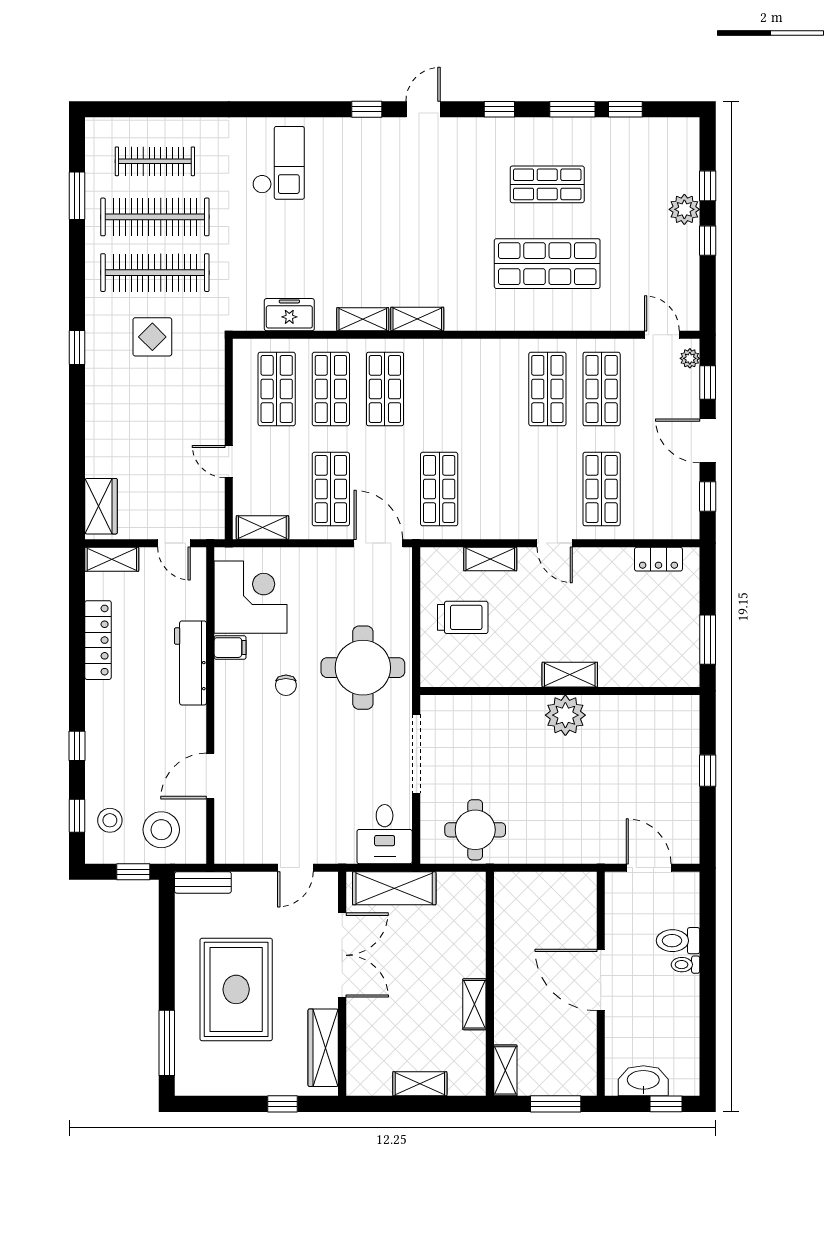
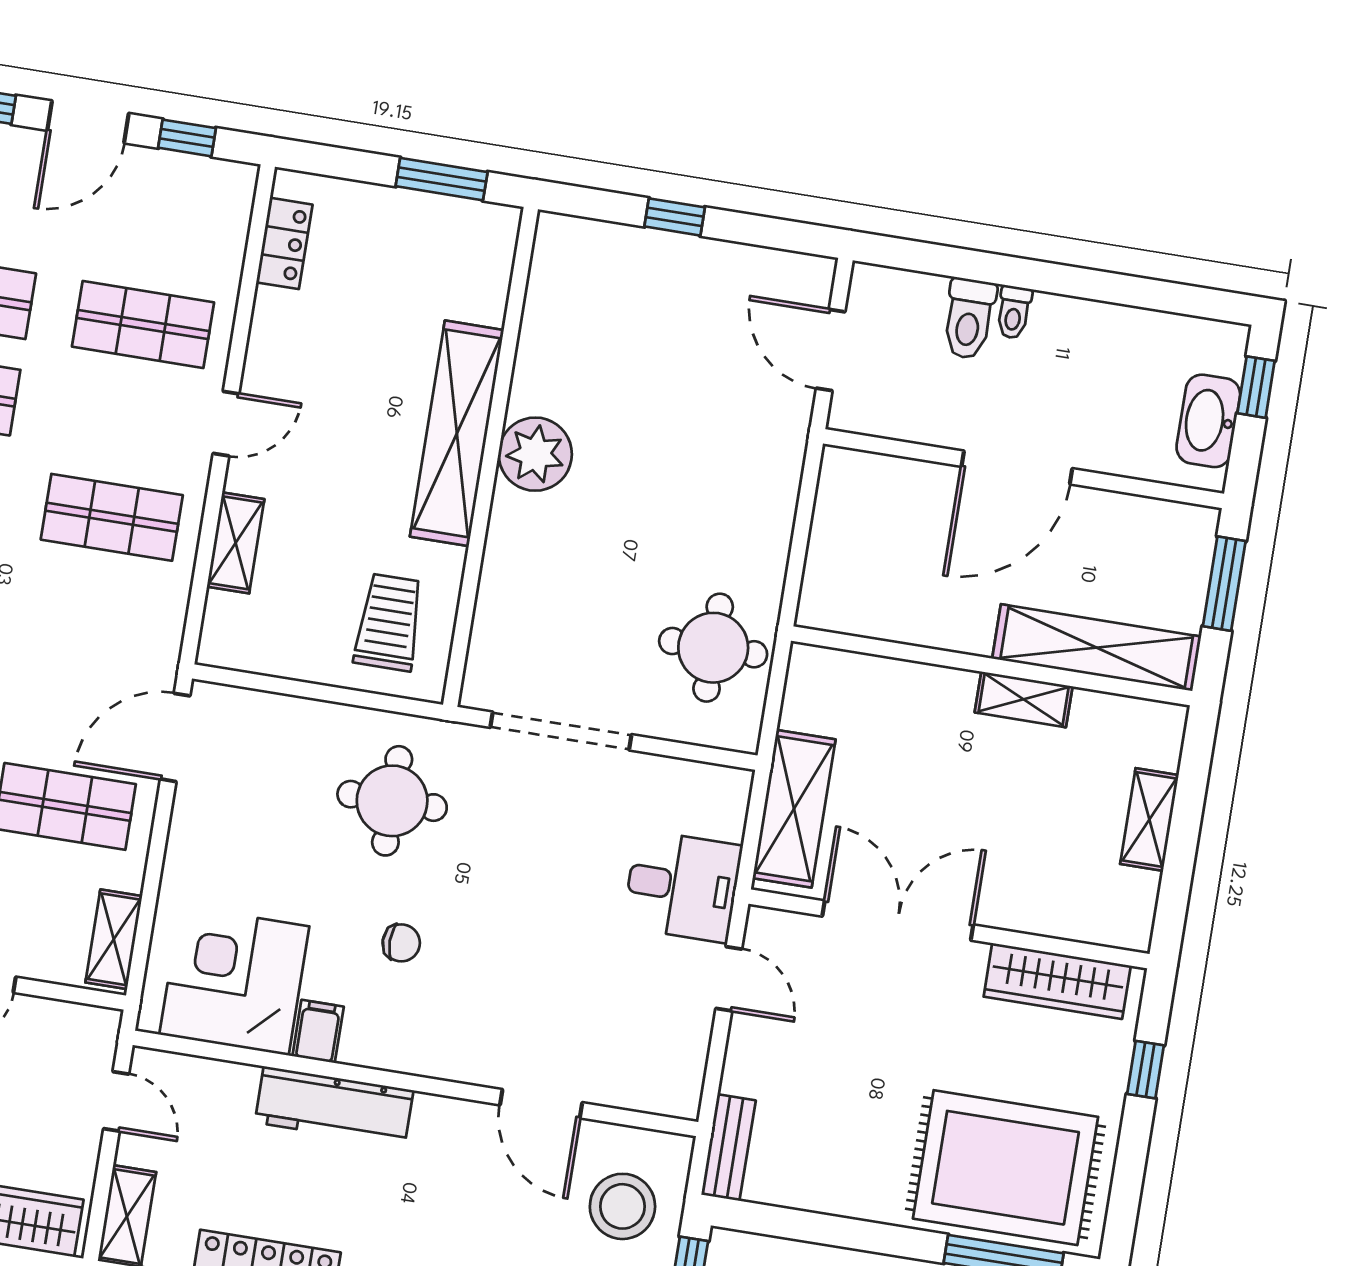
shop shelf: (439, 489) -> (112, 517), moved
door: (174, 543) -> (116, 1101), hinge flipped
trolley: (463, 617) -> (389, 622), moved
round table: (363, 668) -> (392, 801), width x0.73, depth x0.73
shelving: (570, 675) -> (457, 433), width x2.20, depth x1.33
desk: (385, 834) -> (682, 886), moved
door: (649, 868) -> (831, 350), hinge flipped
rug: (236, 989) -> (1005, 1168), moved
shelving: (505, 1070) -> (1097, 648), width x2.20, depth x1.33

